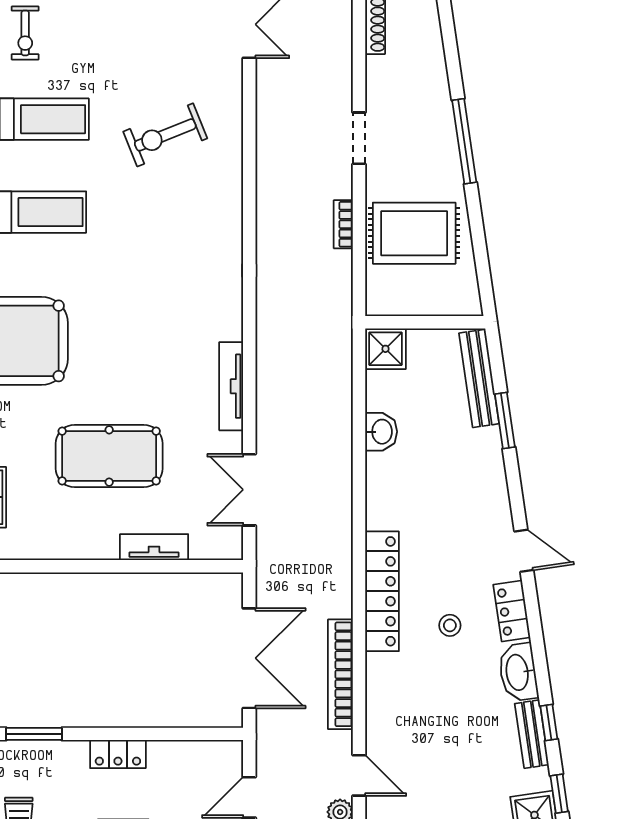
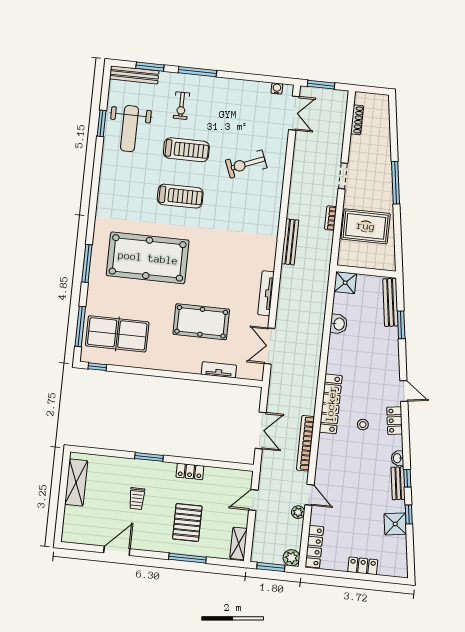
bench: (268, 280) -> (290, 242), added
double door: (249, 658) -> (261, 430), width x0.73
washbasin: (518, 672) -> (397, 458), width x0.52, depth x0.69

